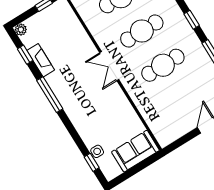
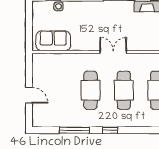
sofa: (135, 151) -> (53, 41), moved, turned -90

